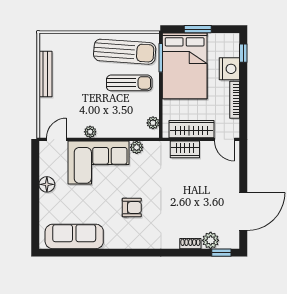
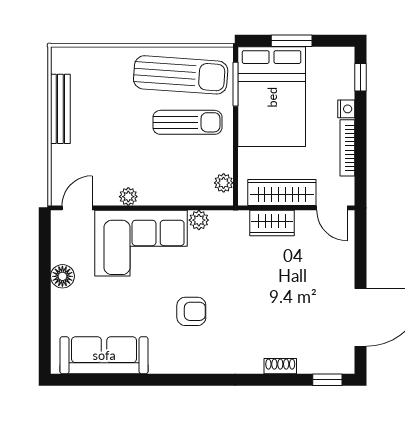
nightstand: (229, 69) -> (346, 109), width x0.53, depth x0.56
plant: (211, 240) -> (311, 361), removed

